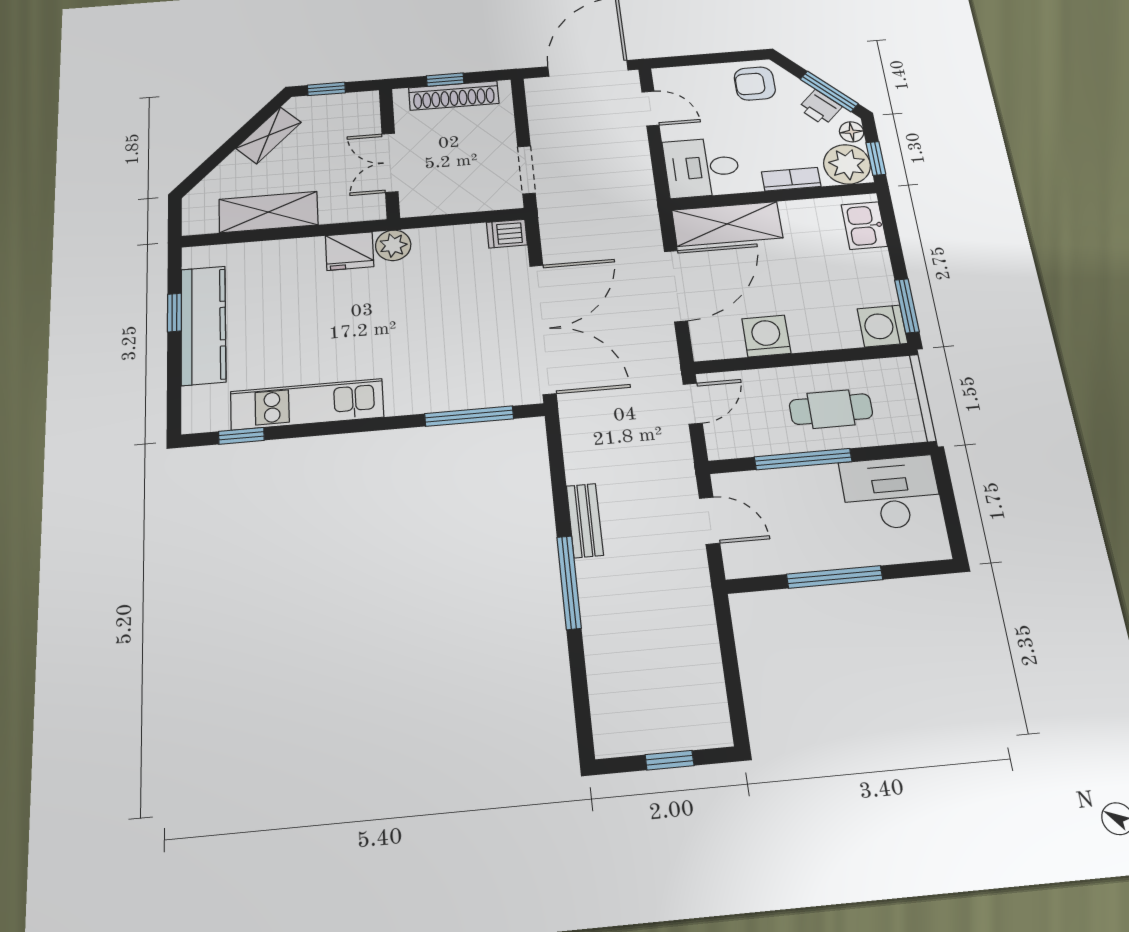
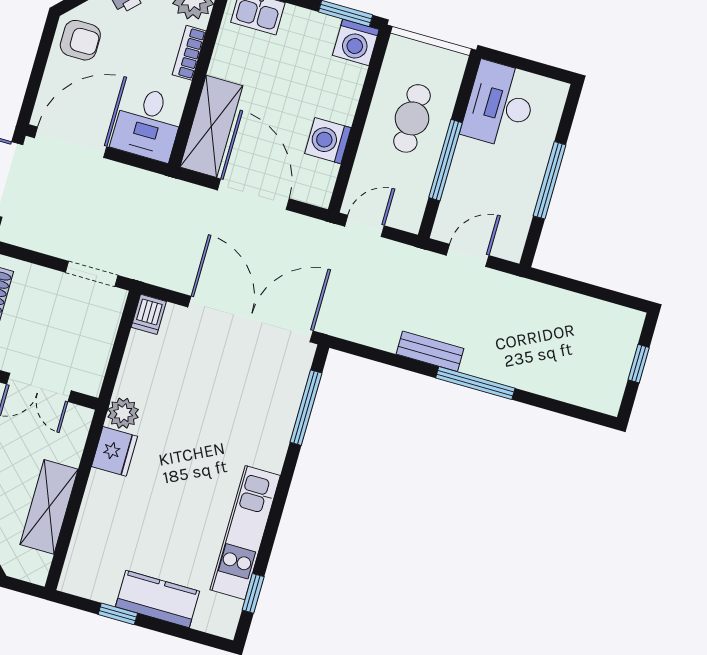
armchair: (755, 84) -> (80, 40), turned -90
door: (650, 109) -> (71, 142), width x1.88
kitchen counter: (203, 325) -> (158, 599), width x0.67
door: (693, 404) -> (364, 226), hinge flipped

